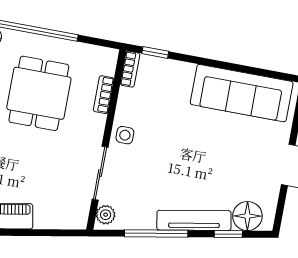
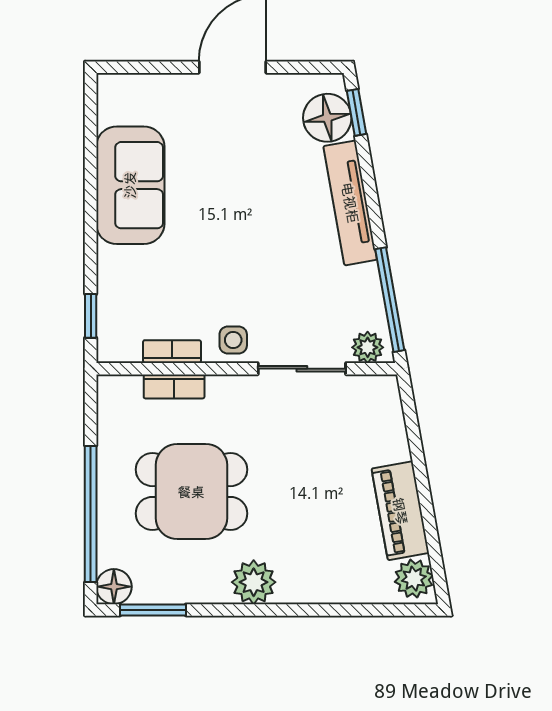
bookcase: (130, 69) -> (172, 352), moved
sofa: (242, 93) -> (130, 185), width x0.73
window: (156, 233) -> (390, 300), moved
window: (228, 234) -> (357, 112), moved

